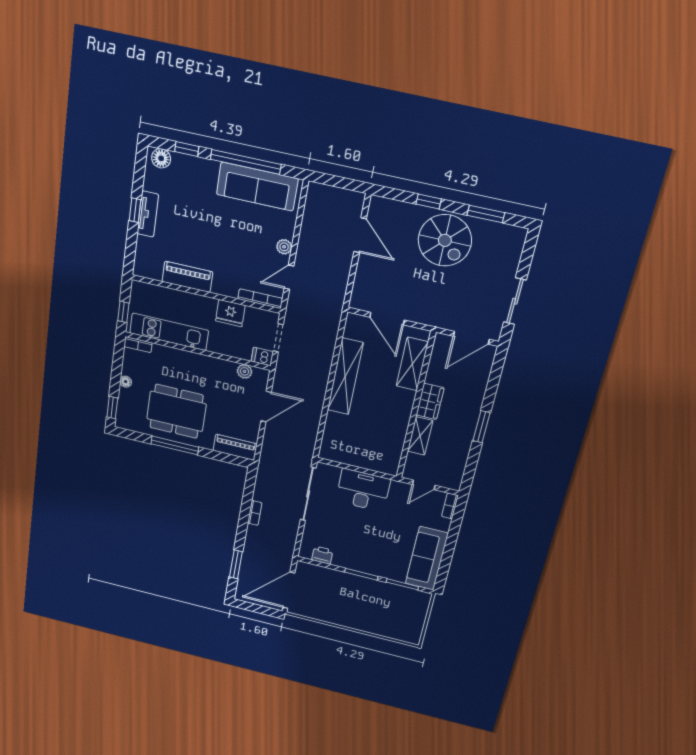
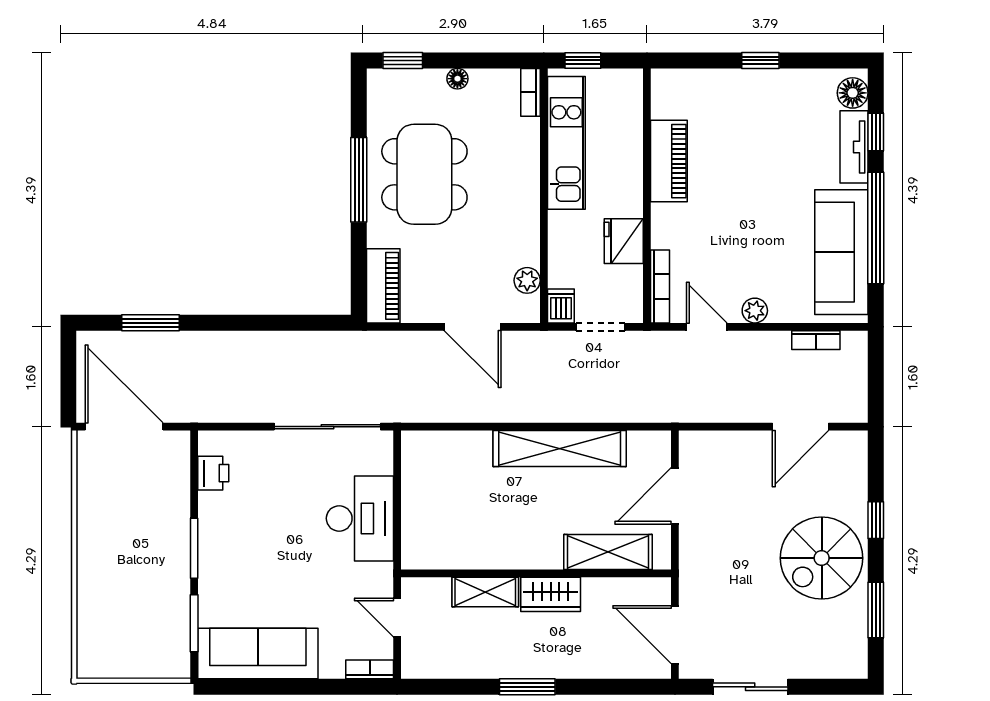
tv unit: (148, 214) -> (854, 147), moved, turned 90
bookcase: (255, 513) -> (816, 340), moved

